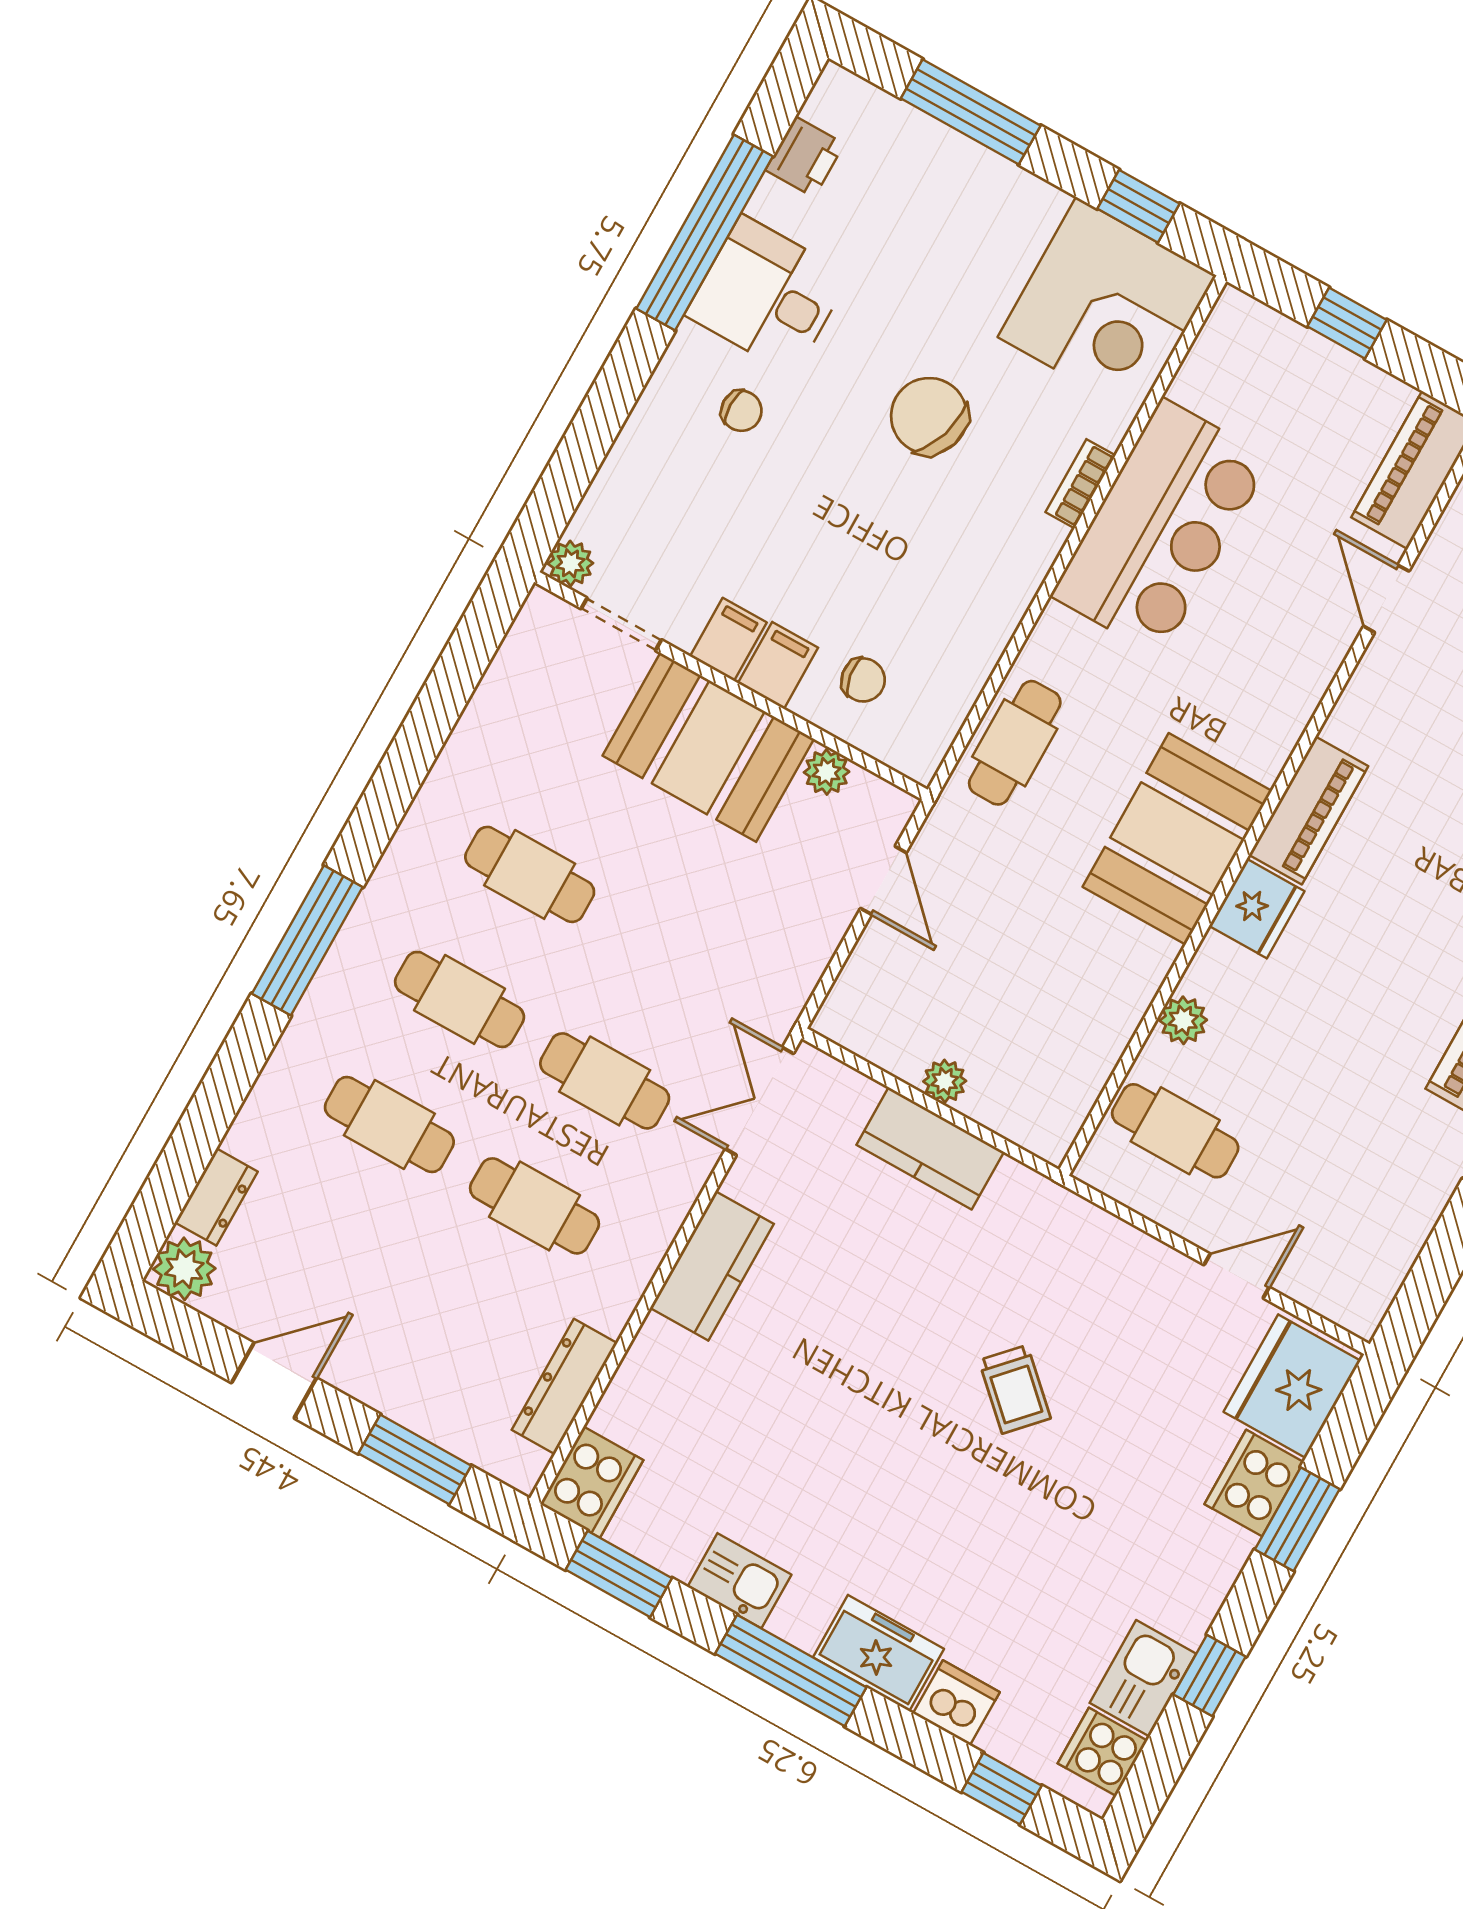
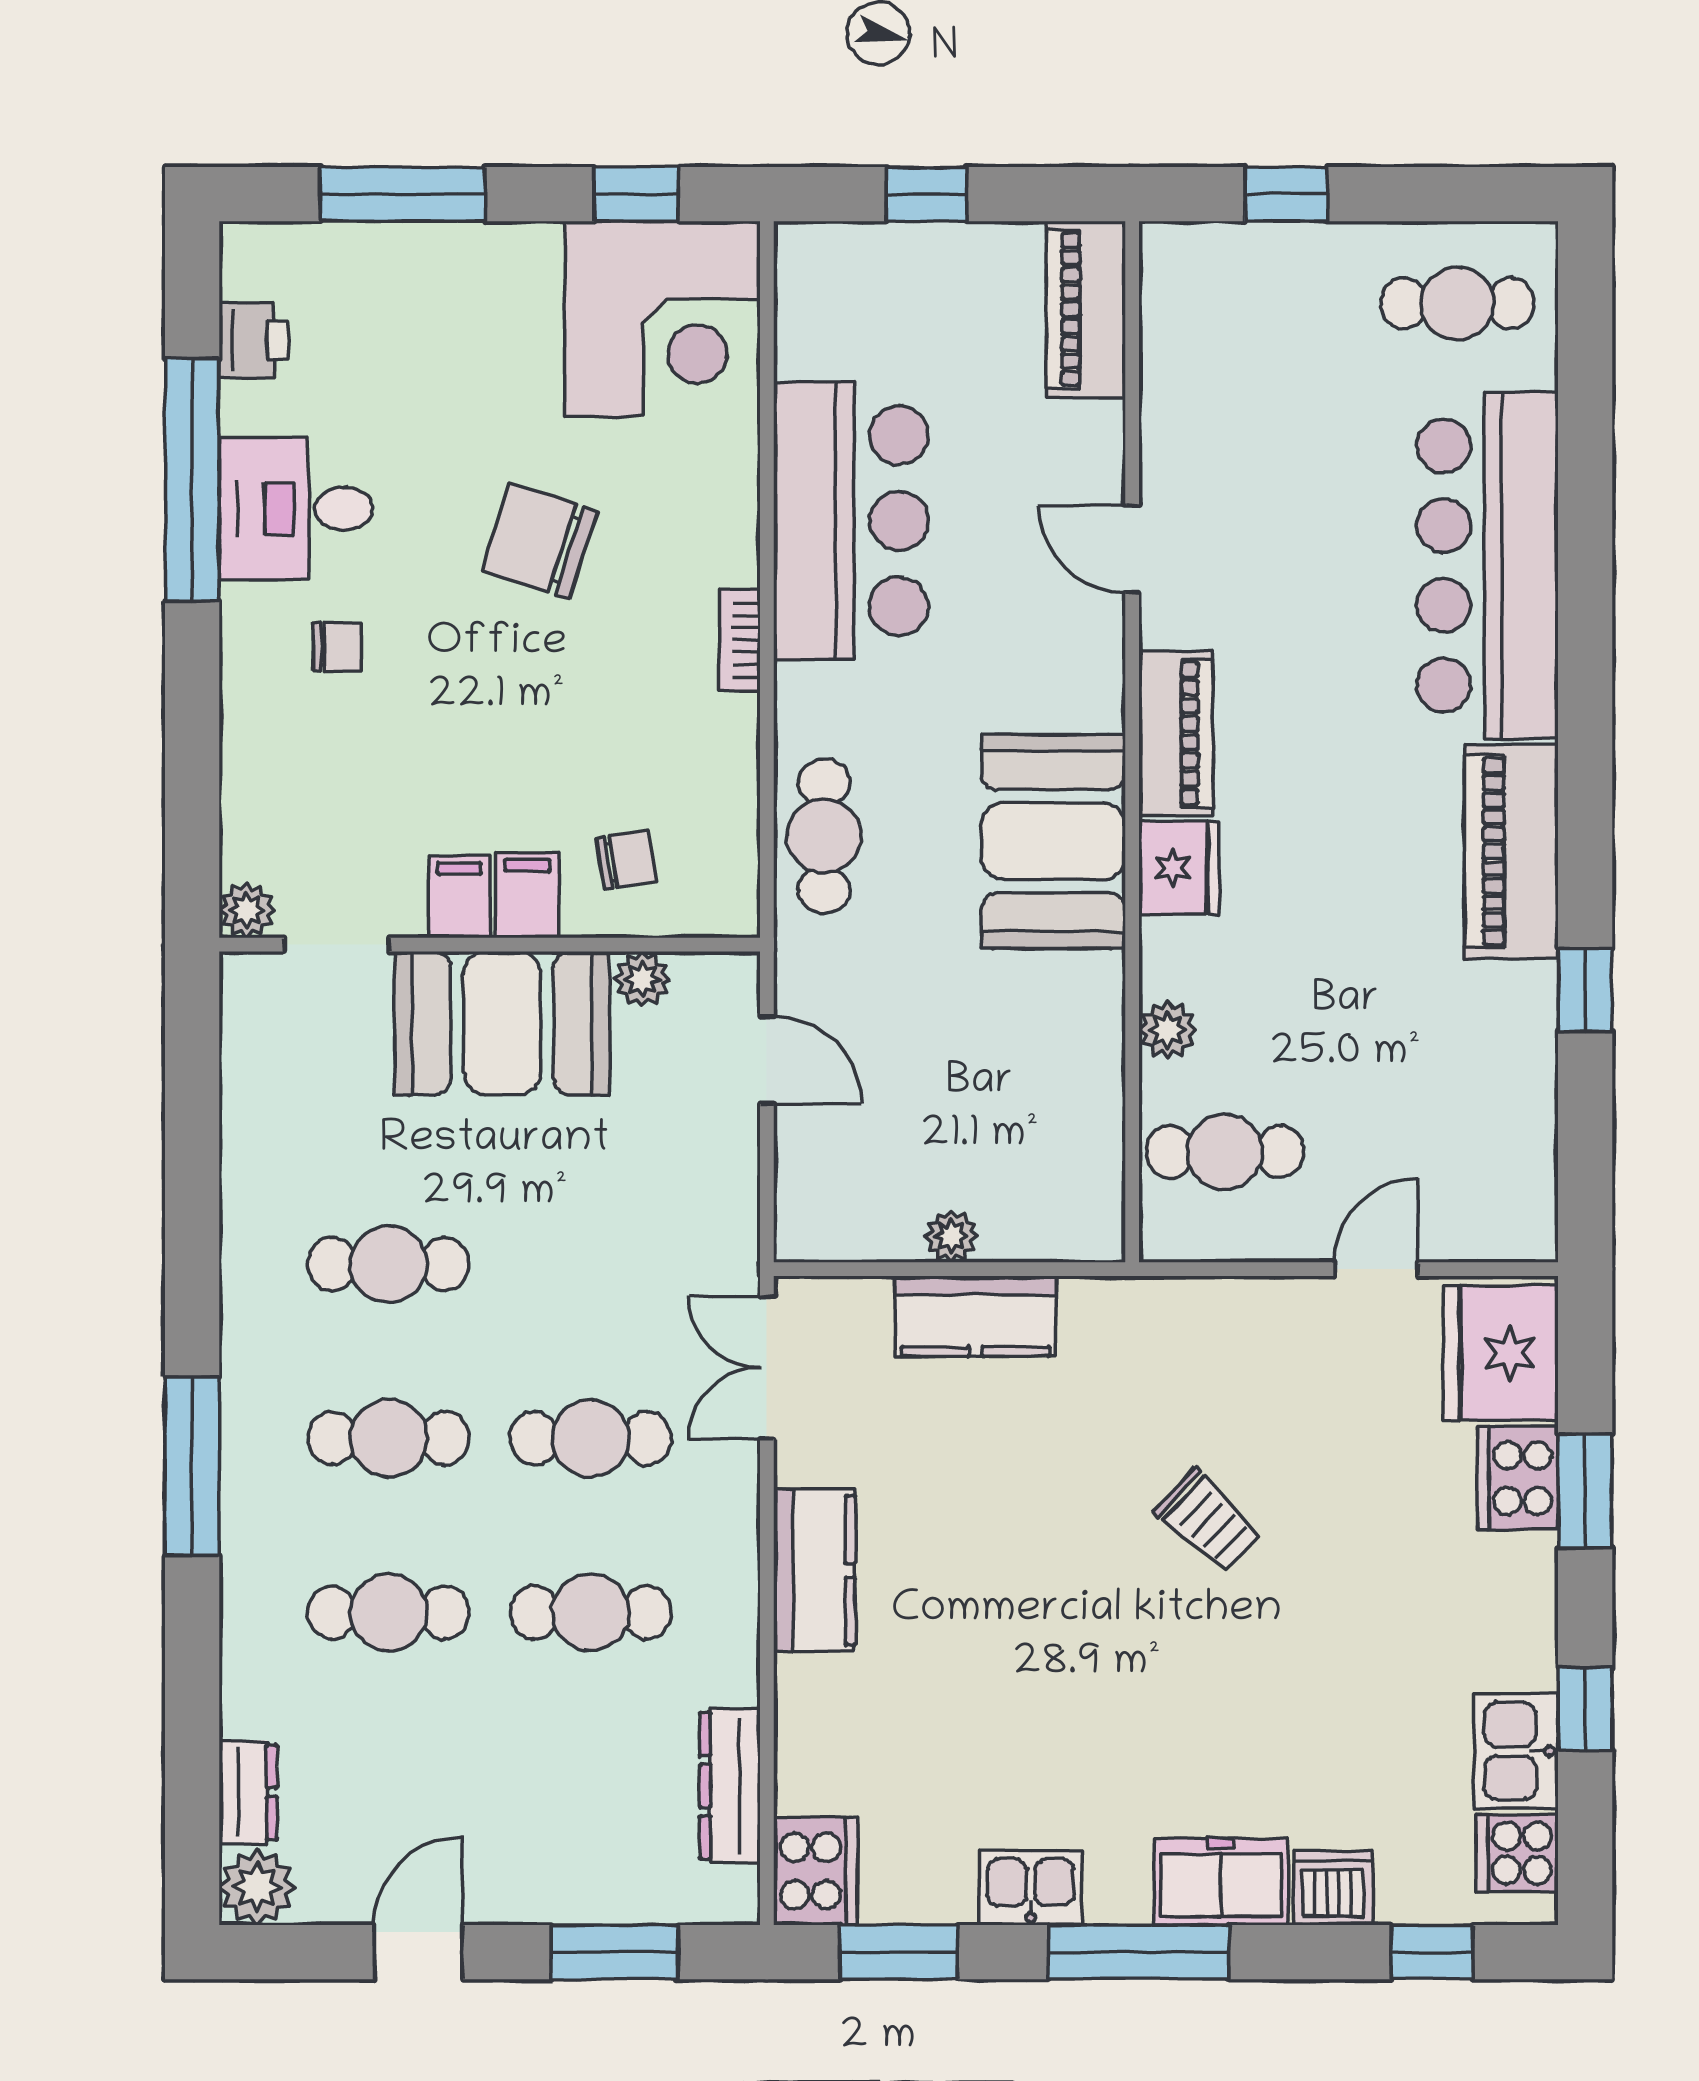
bookcase: (1080, 484) -> (740, 640), moved
door: (1386, 599) -> (1132, 549), moved

